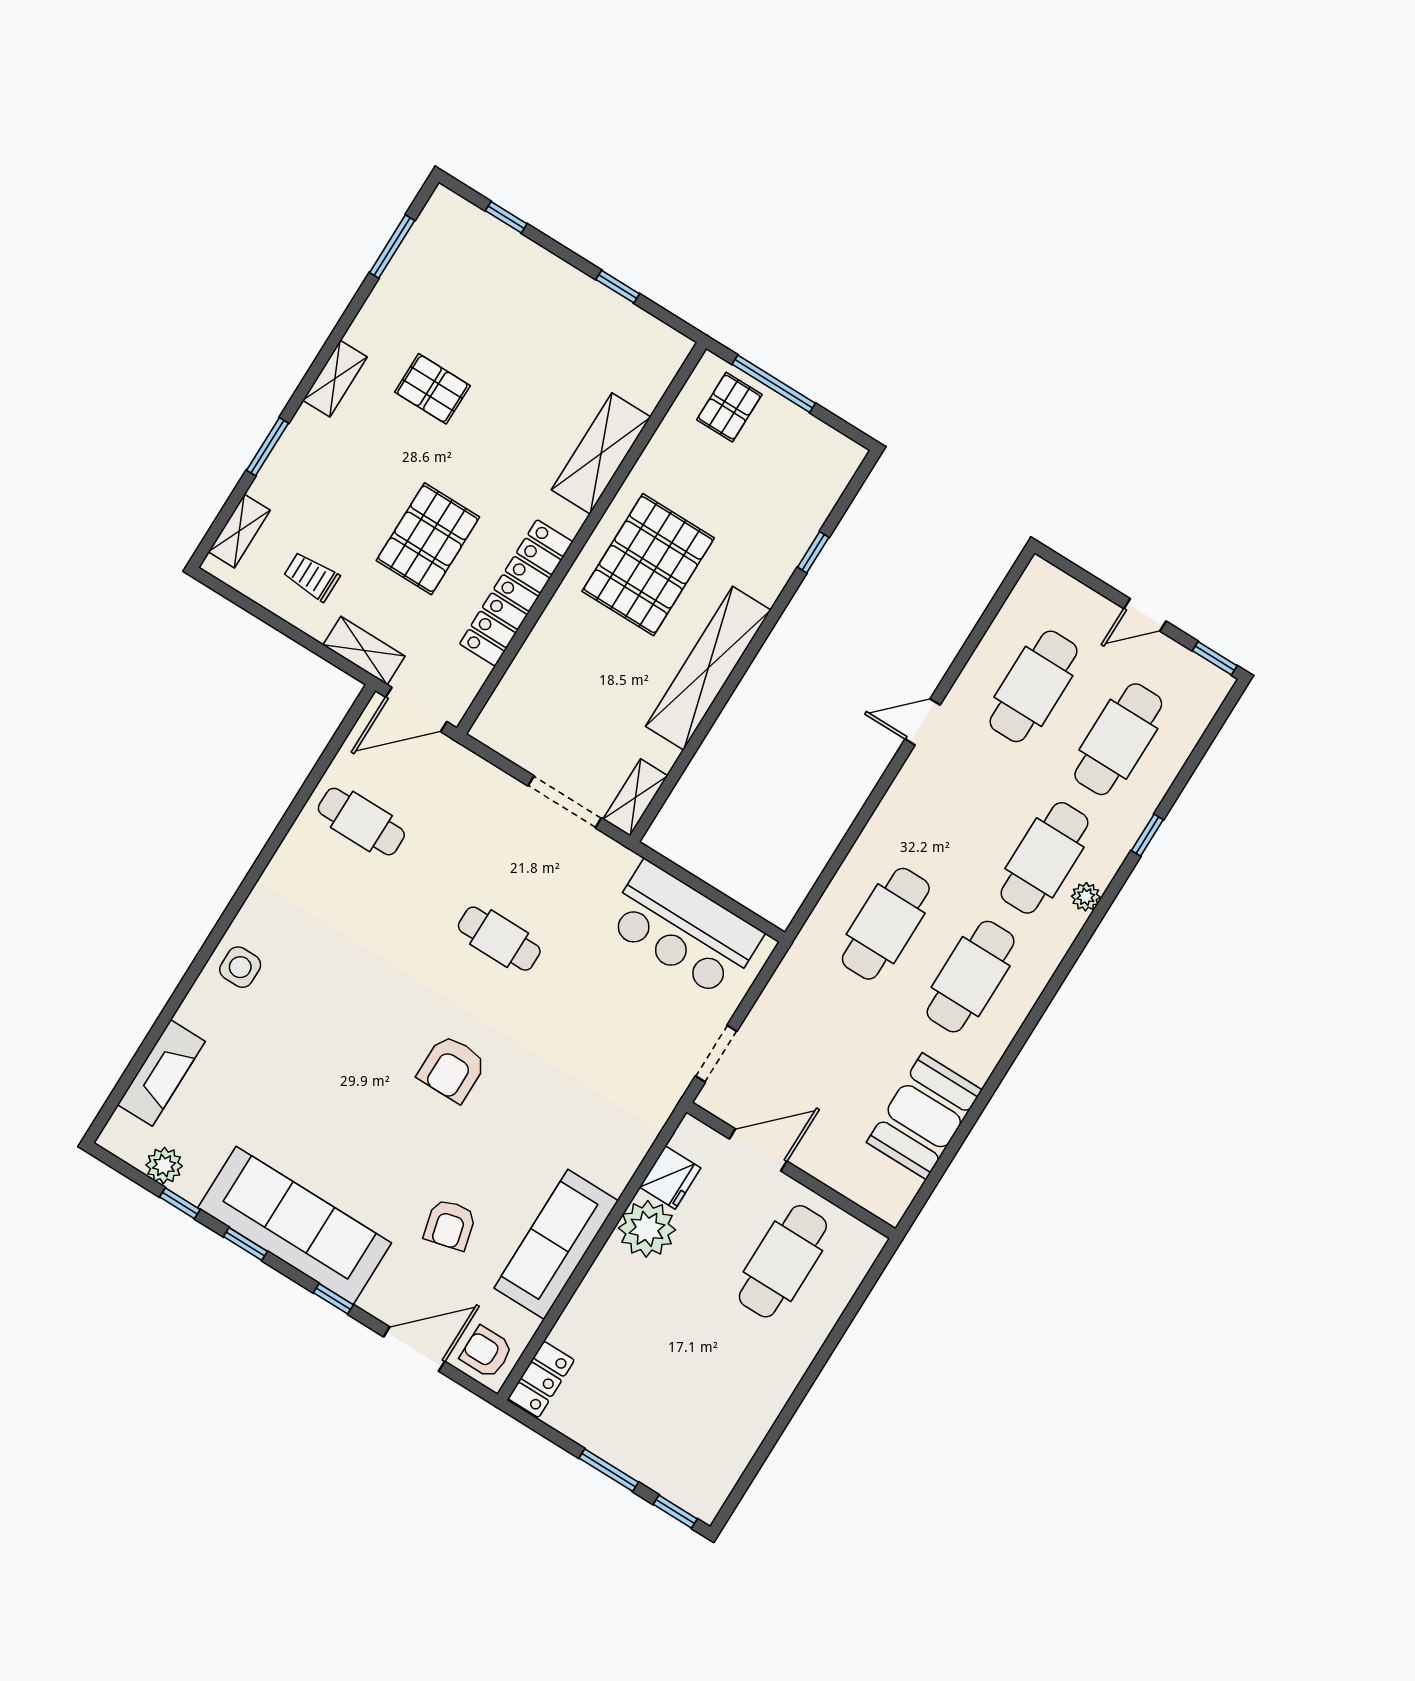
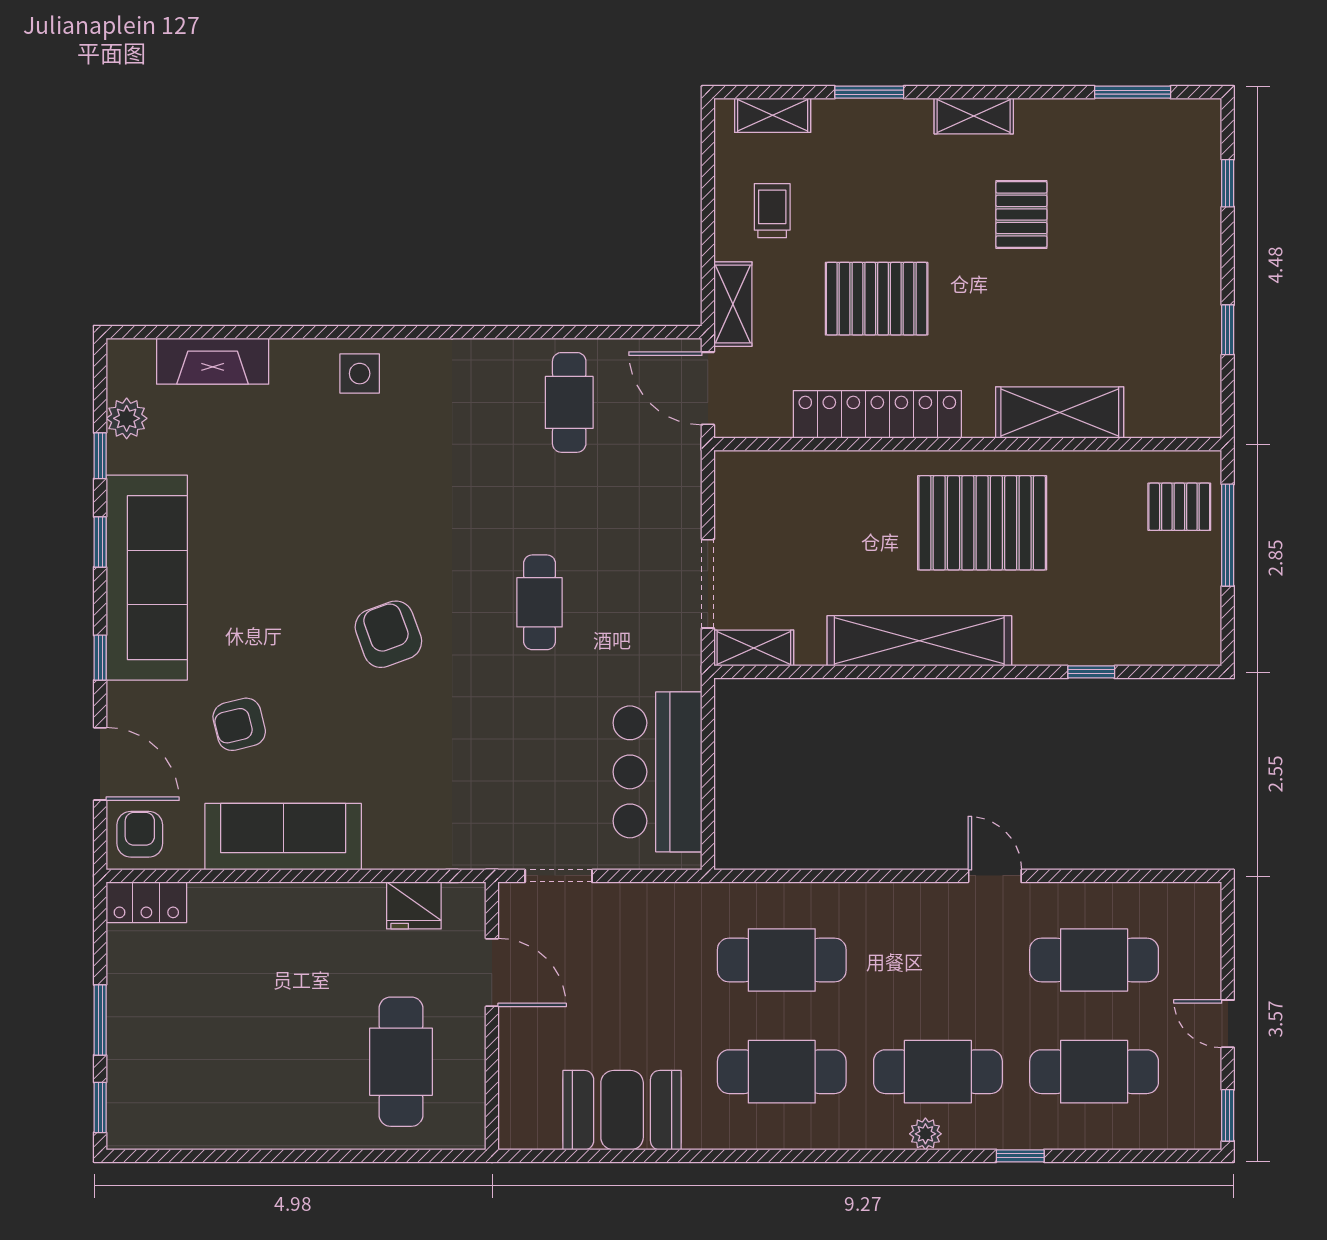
armchair: (452, 1069) -> (388, 634), turned 70
plant: (647, 1229) -> (351, 914), removed
cafe table: (783, 1261) -> (401, 1062), turned 90

